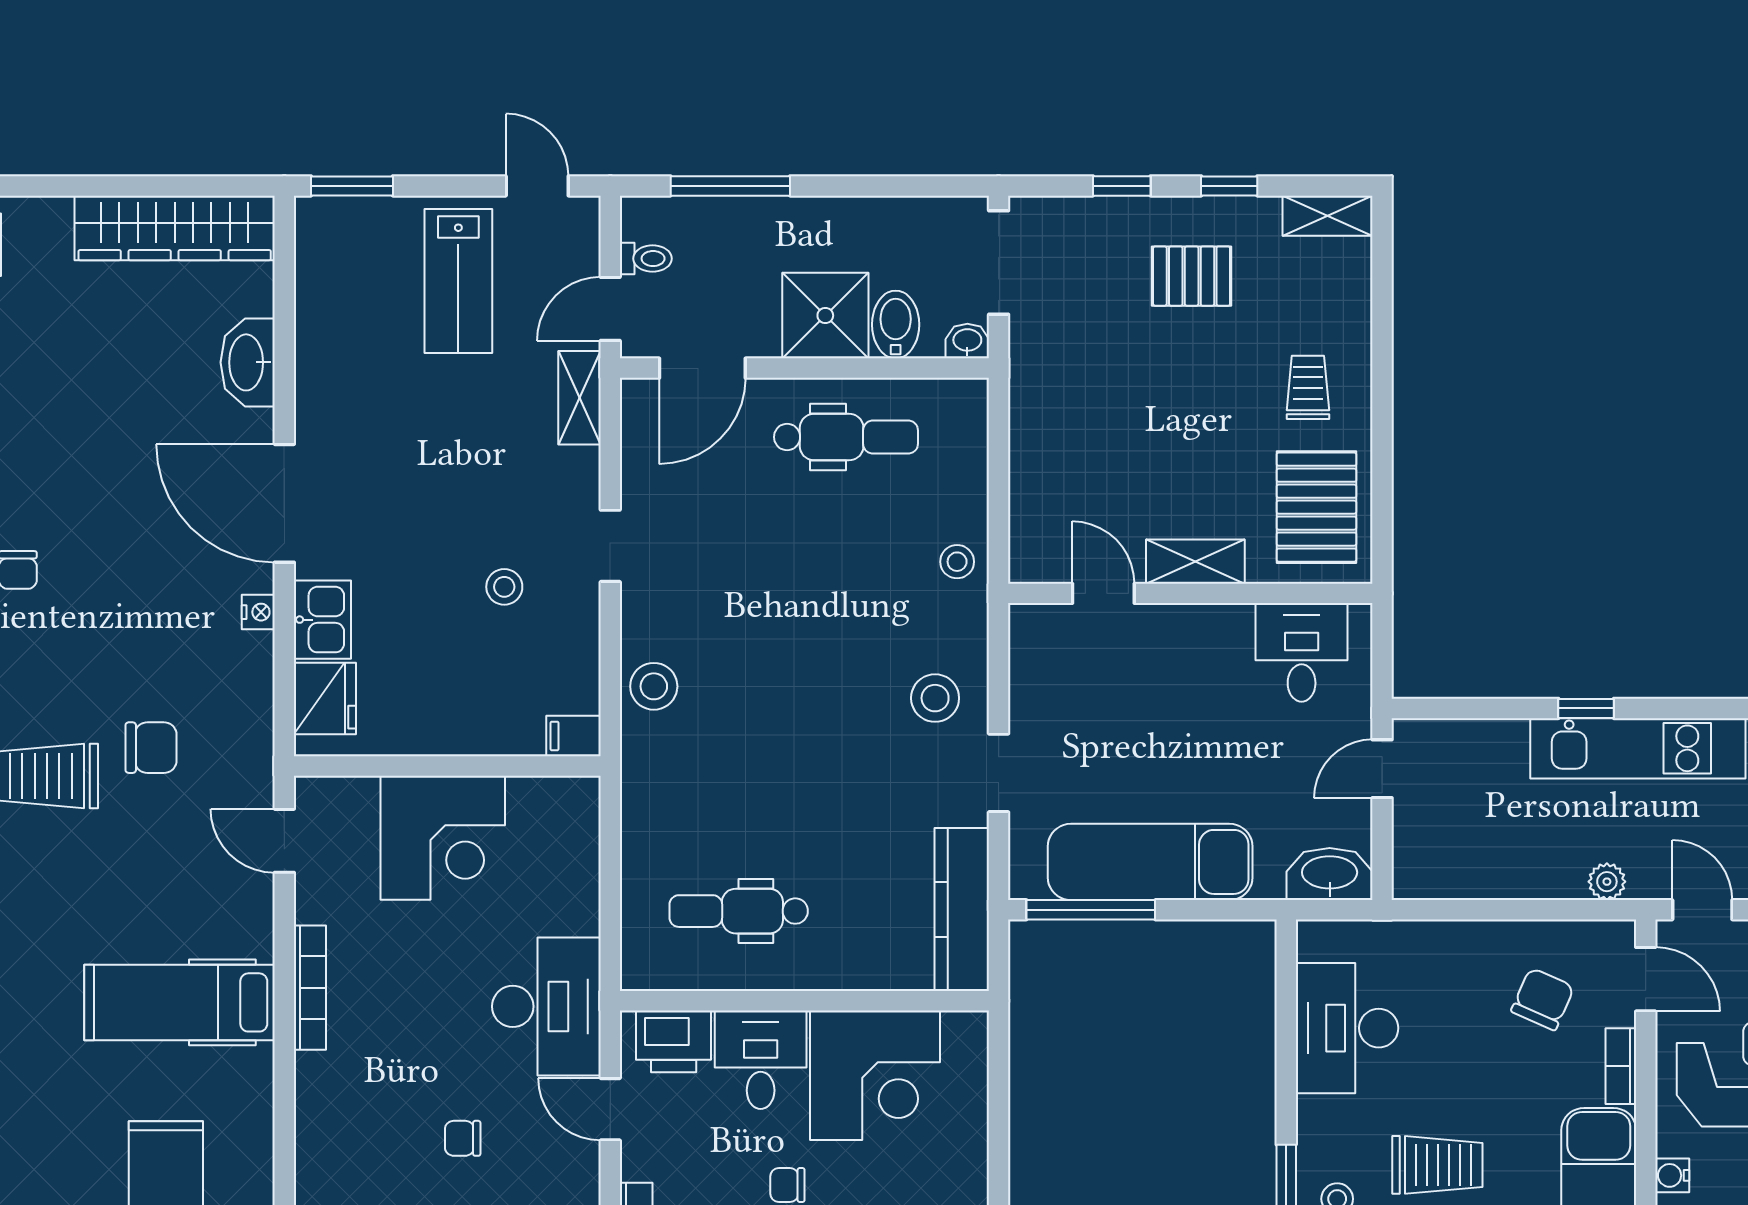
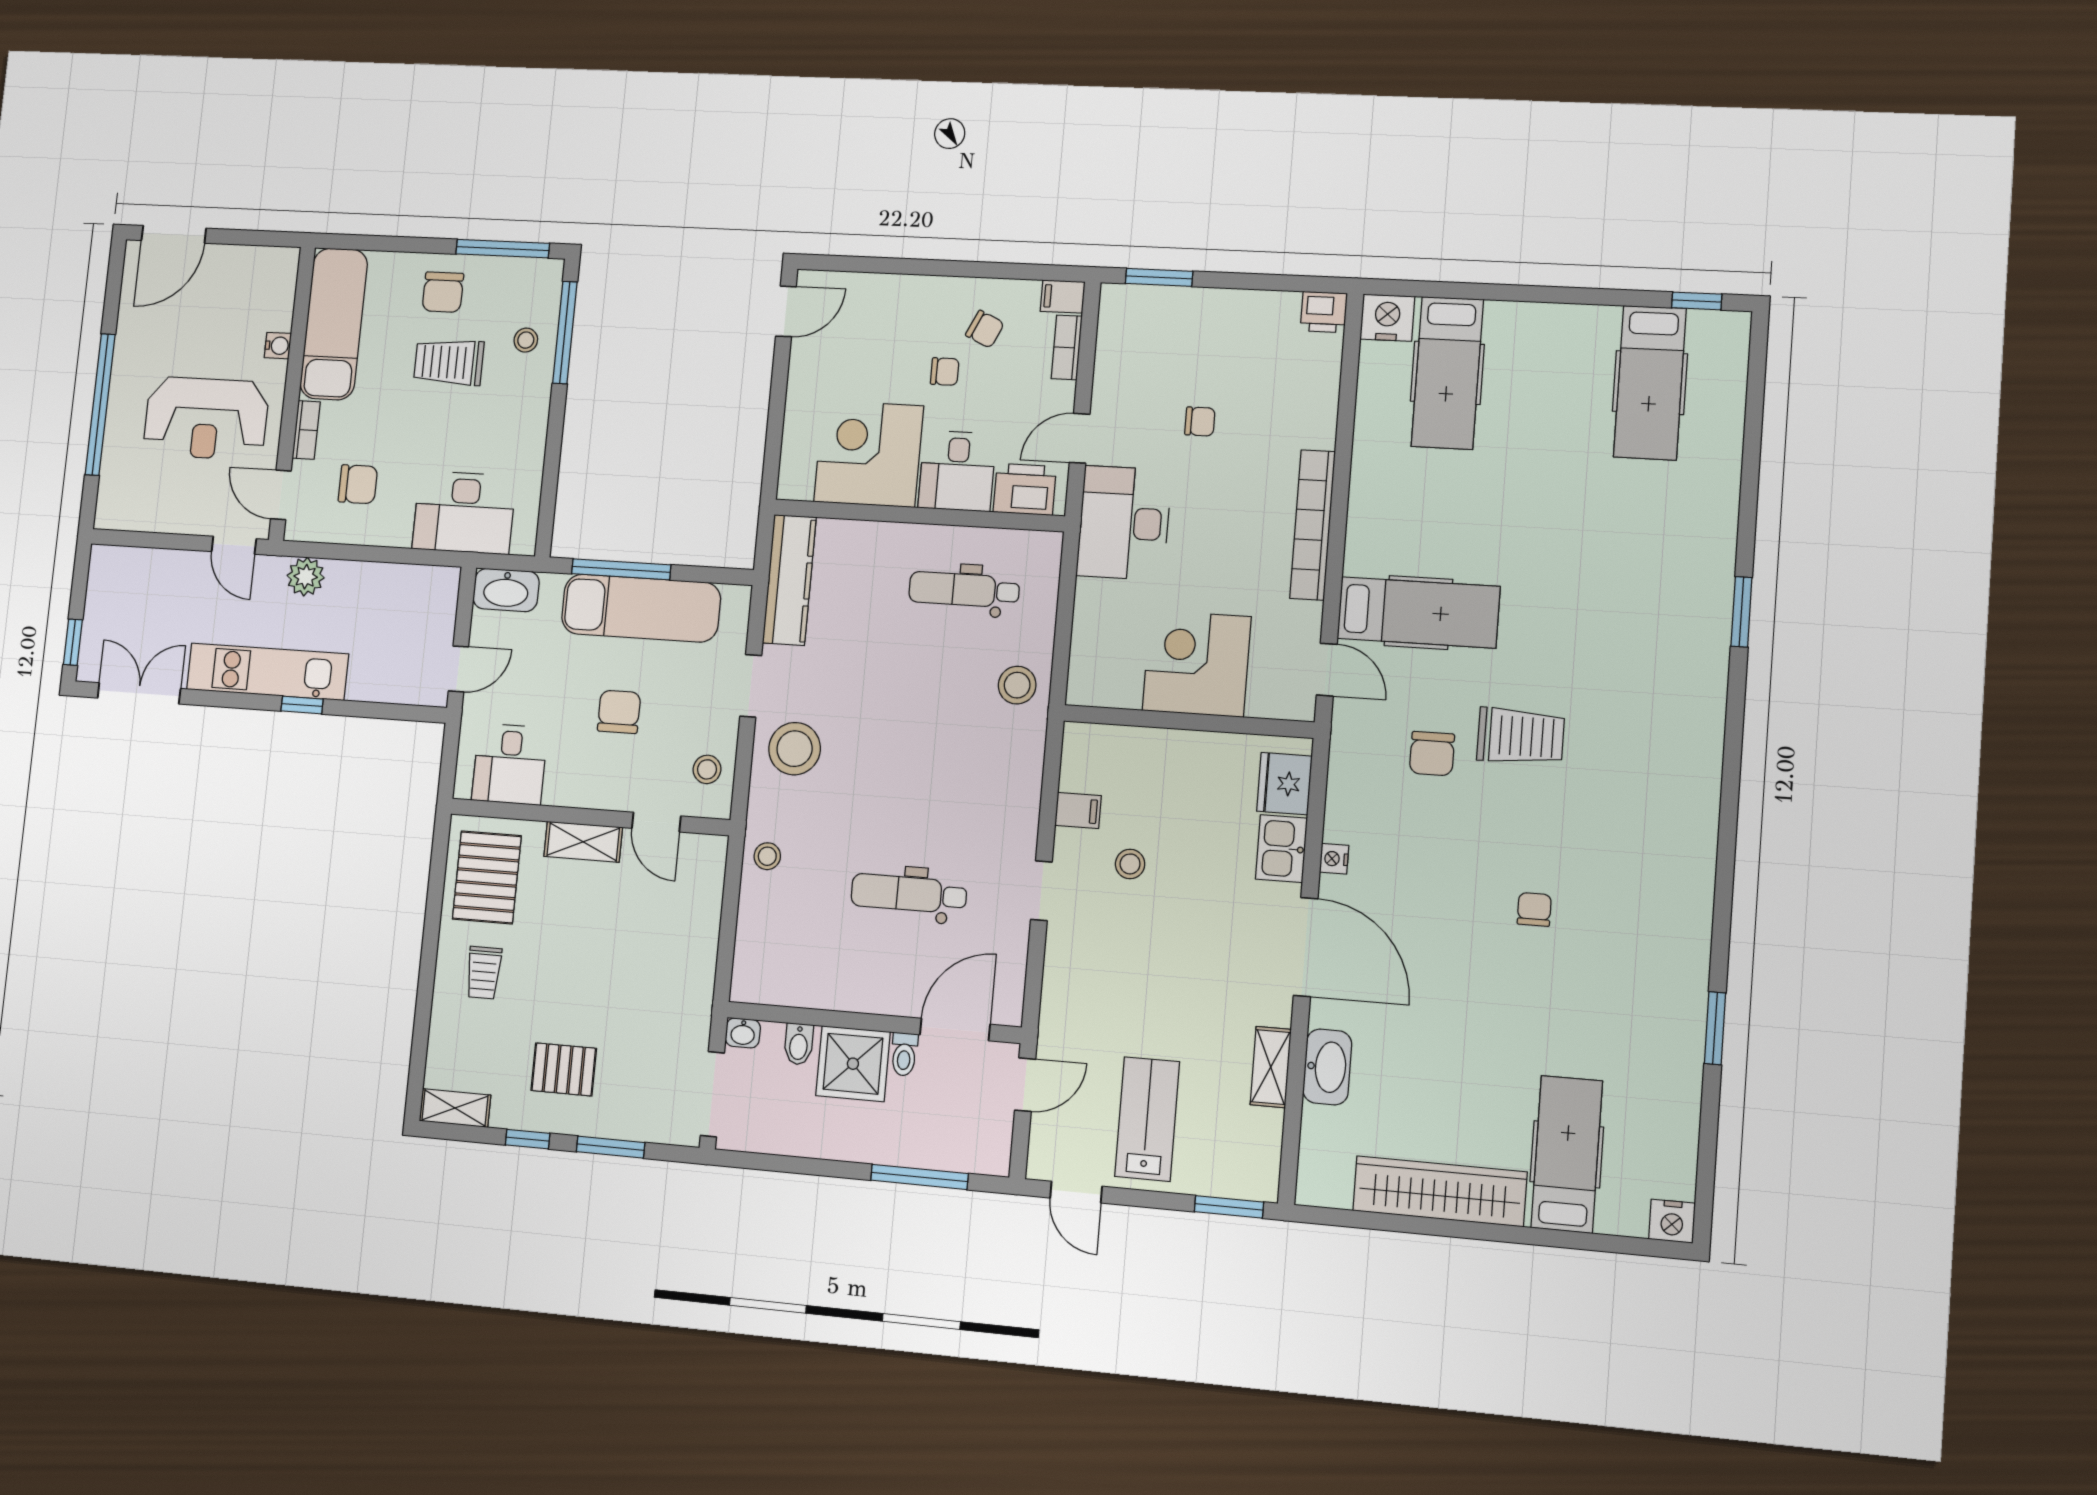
window: (1122, 186) -> (610, 1147), width x1.50
wardrobe: (175, 228) -> (1440, 1191), moved
toilet: (646, 259) -> (904, 1054), moved, turned -90
bidet: (896, 325) -> (799, 1044), width x0.72, depth x0.74
shelving: (580, 398) -> (1271, 1067), moved
dental chair: (846, 437) -> (909, 894), moved
stool: (1045, 664) -> (707, 769), added
stool: (654, 686) -> (1017, 685), moved
stool: (935, 698) -> (795, 749), width x1.38, depth x1.38
chair: (1165, 729) -> (619, 712), added
filing cabinet: (574, 736) -> (1078, 811), moved
chair: (151, 748) -> (1432, 754), turned -90
plant: (1607, 882) -> (306, 577), width x1.38, depth x1.38
window: (1091, 910) -> (621, 569), moved
dental chair: (739, 911) -> (964, 590), turned 180
bookcase: (310, 988) -> (1313, 525), width x1.48, depth x1.31
chair: (1543, 999) -> (358, 484), turned -114
hospital bed: (180, 1002) -> (1418, 612), moved
desk: (1347, 1028) -> (464, 512), moved, turned 90
door: (610, 1109) -> (1080, 438), swing flipped

